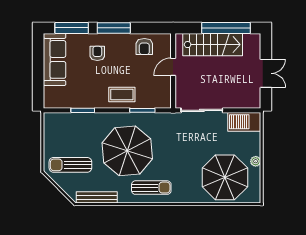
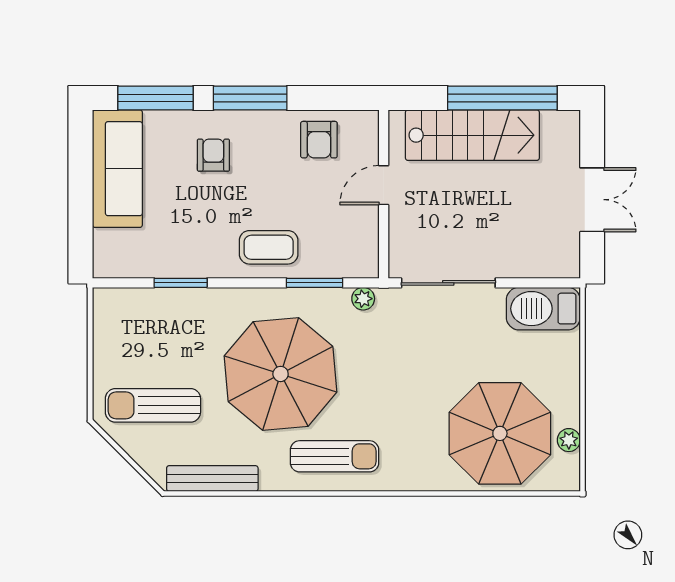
plant: (164, 117) -> (363, 299), added
plant: (256, 161) -> (569, 440), moved

